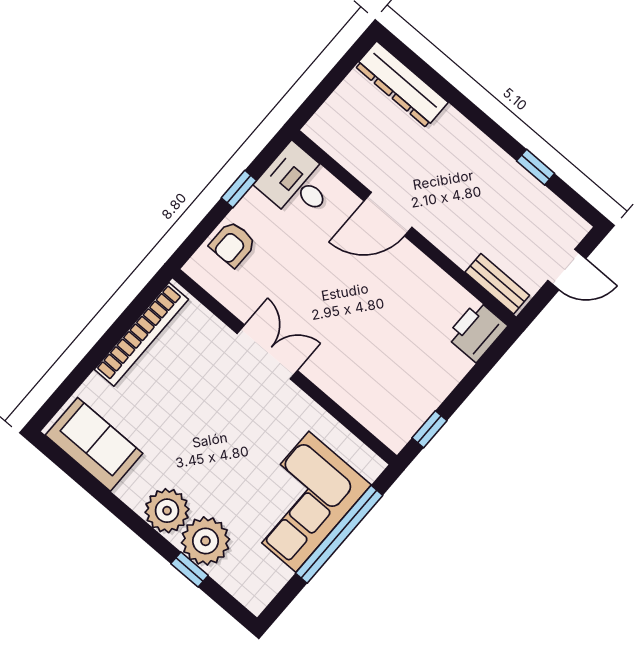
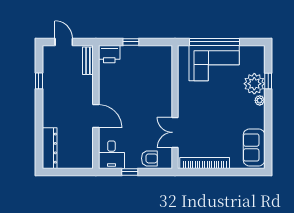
double door: (267, 352) -> (175, 132), moved
window: (429, 429) -> (131, 42), moved
plant: (167, 511) -> (260, 100), width x0.53, depth x0.53

